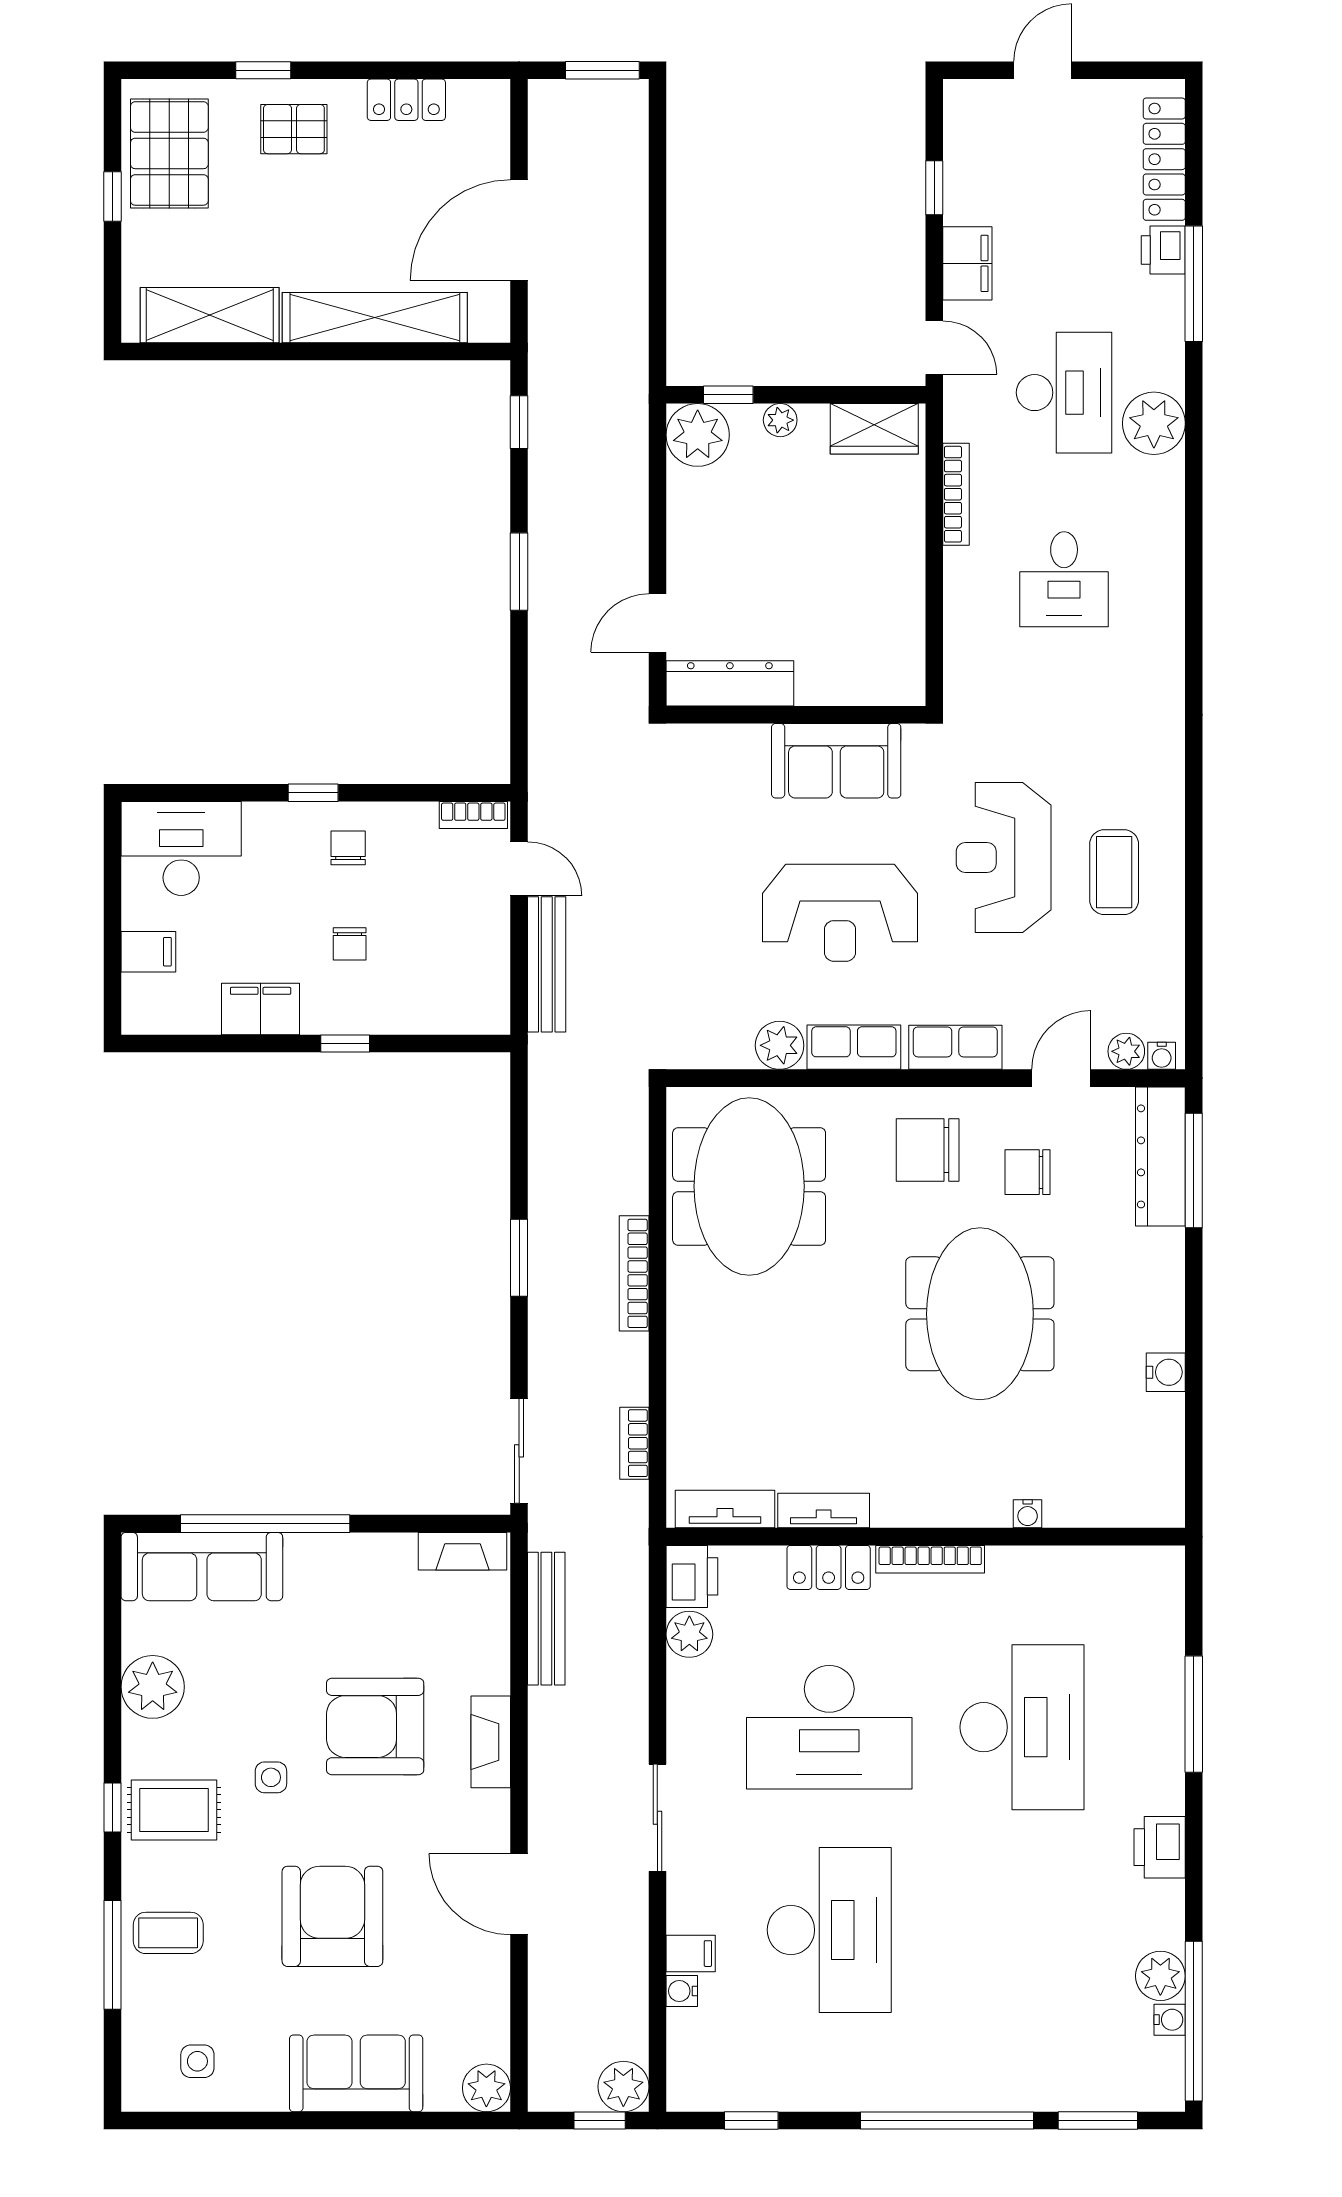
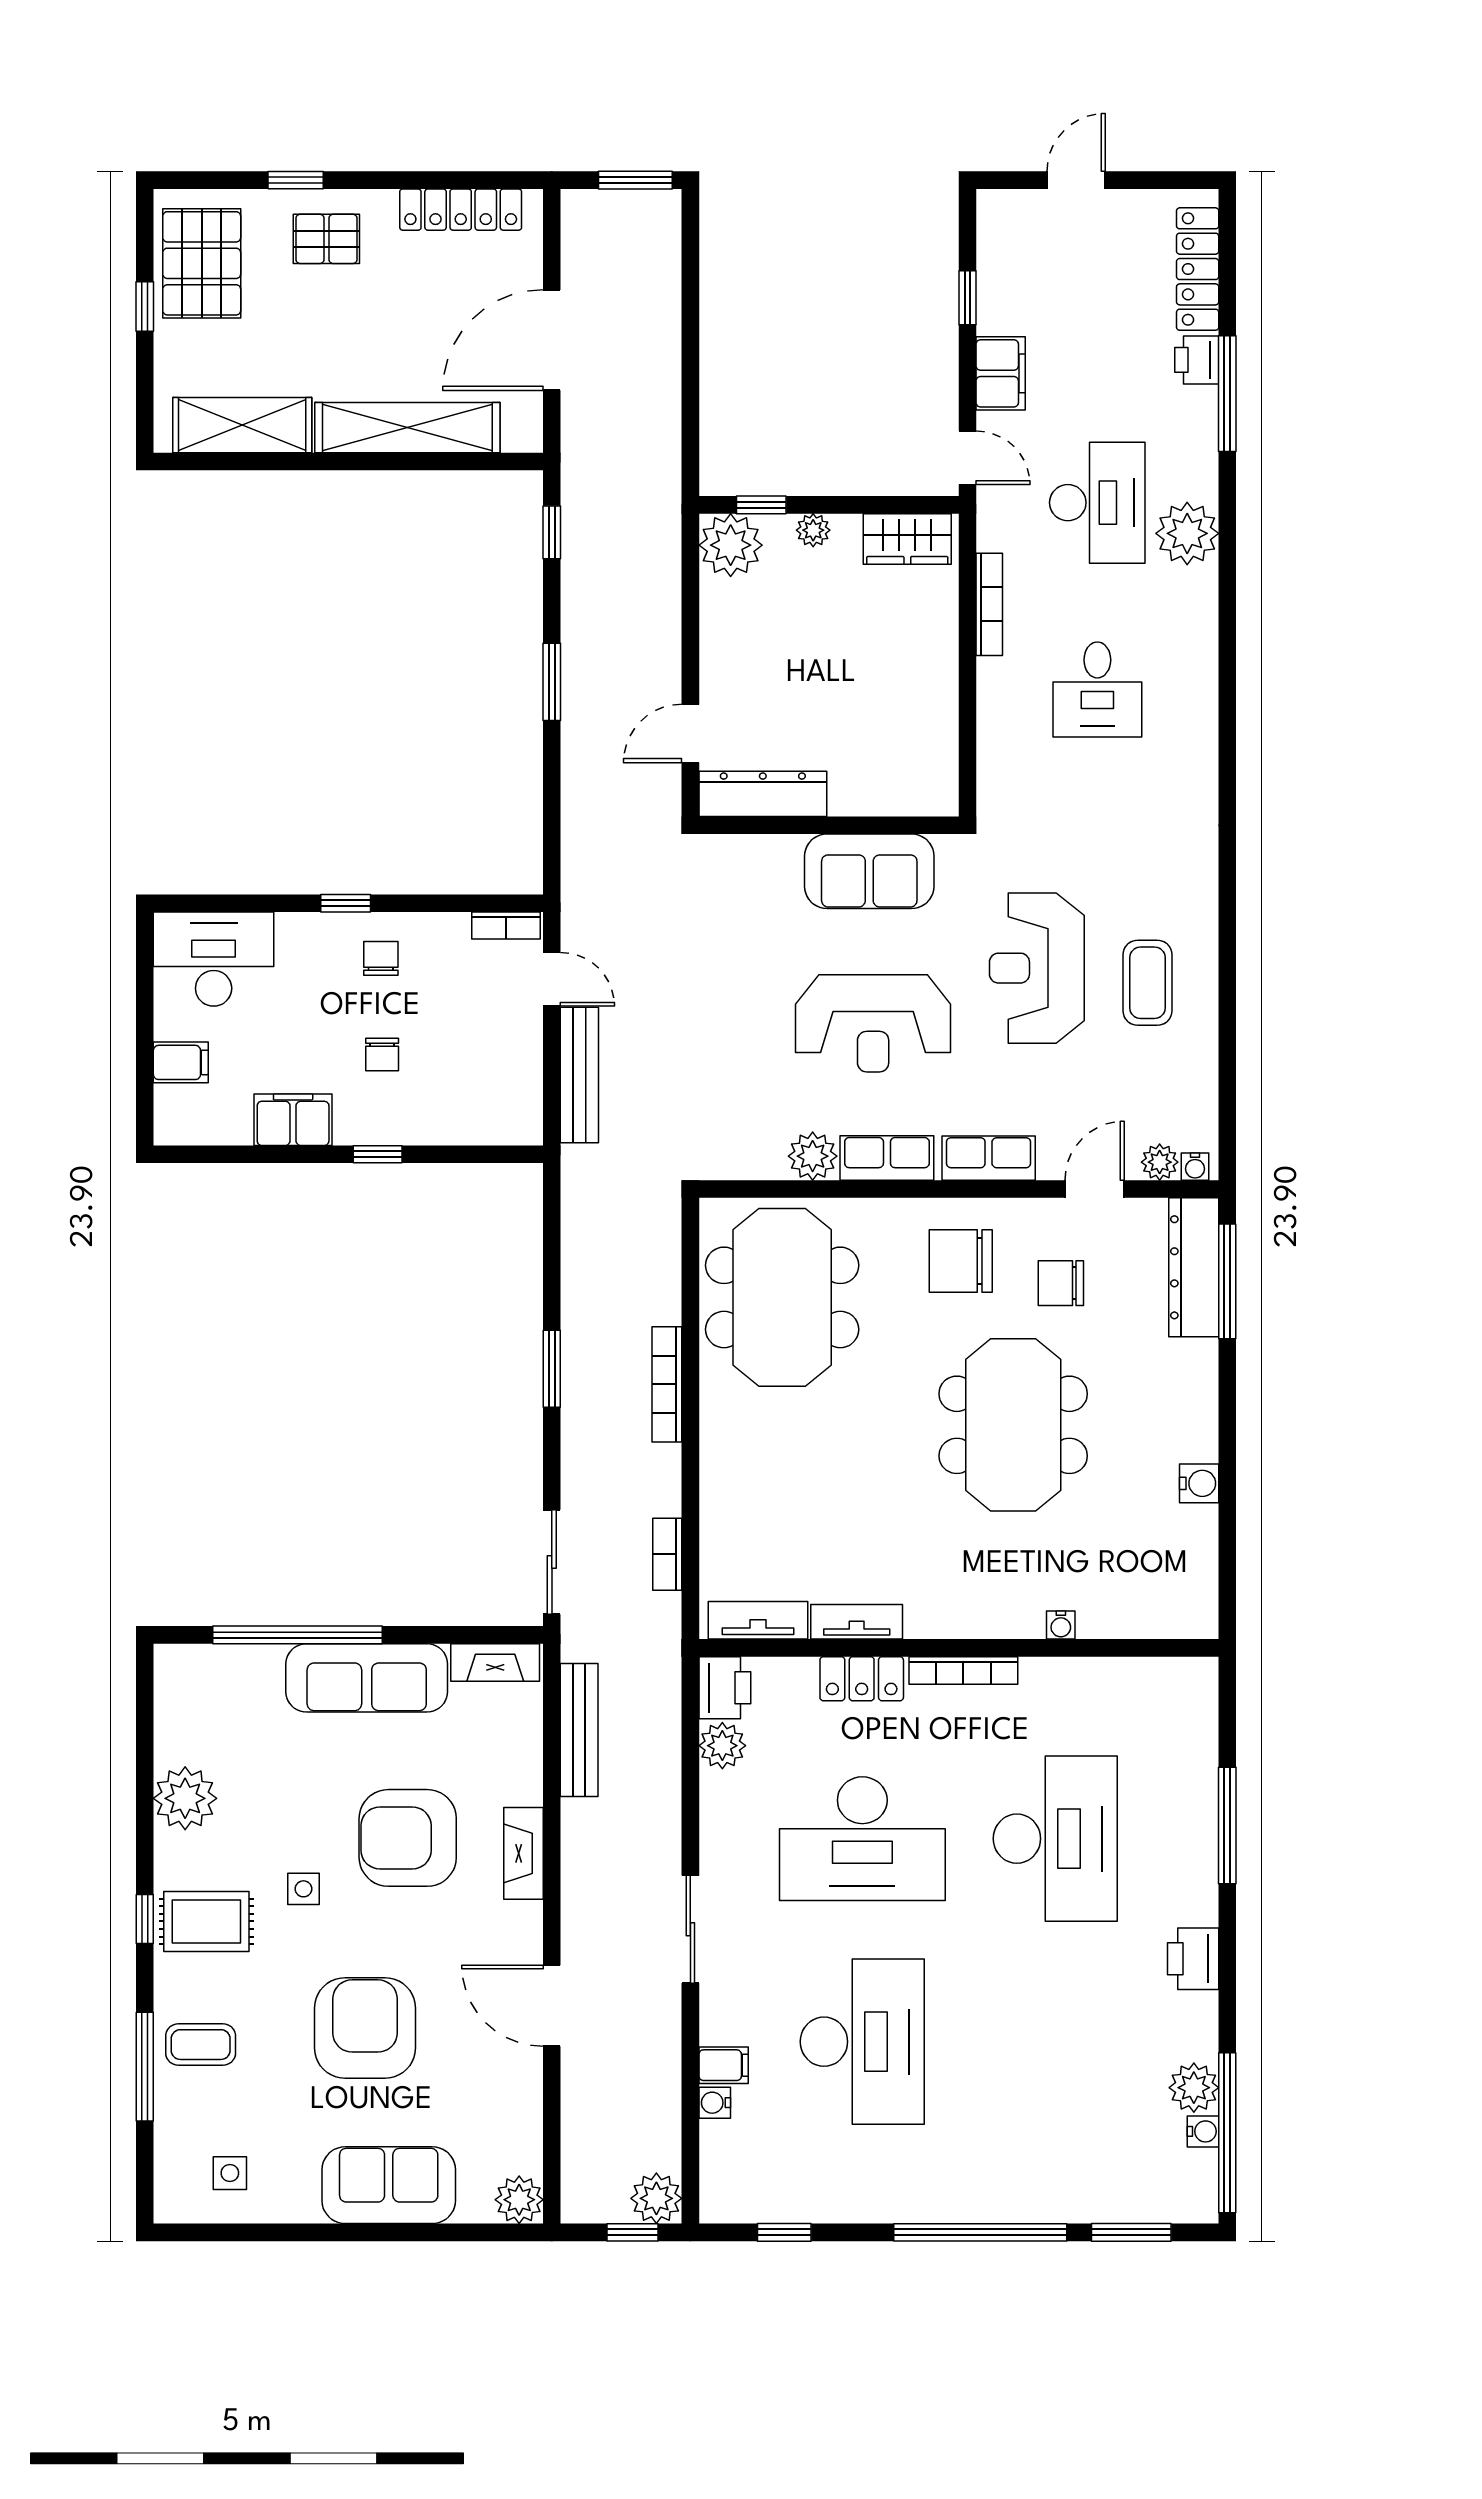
locker: (406, 100) -> (461, 210), width x1.53
sofa: (202, 1567) -> (367, 1678), moved

